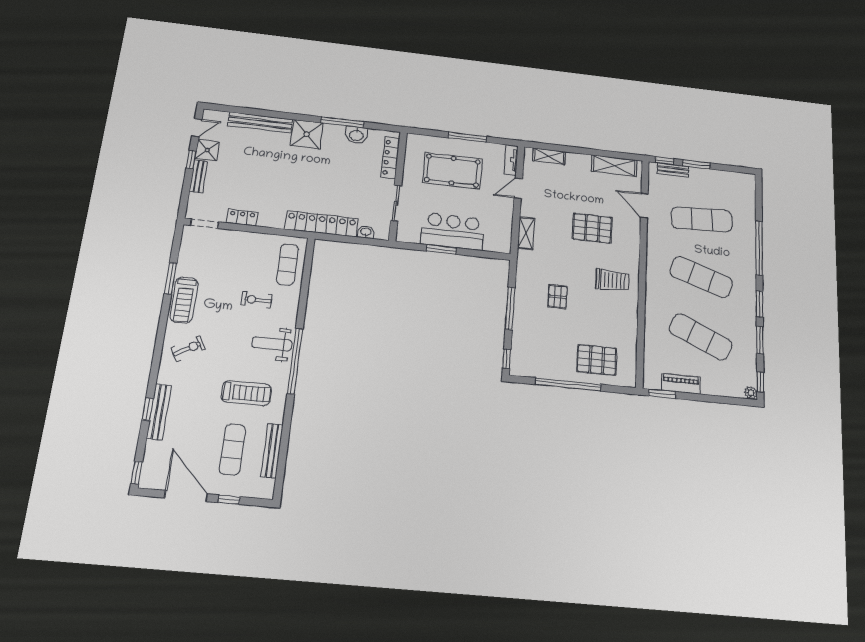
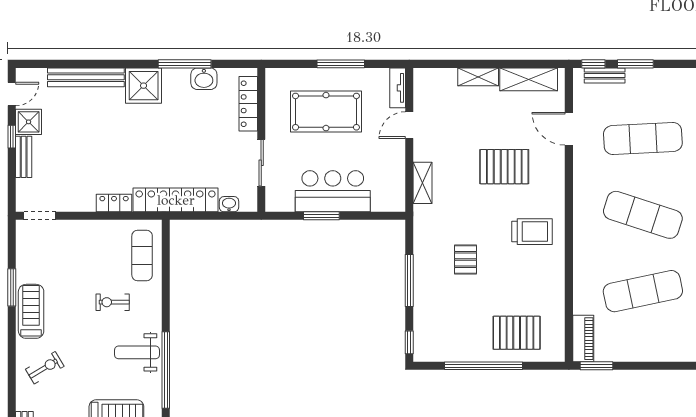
shelving: (549, 156) -> (478, 77), moved
locker: (242, 217) -> (114, 203), moved
treadmill: (184, 300) -> (31, 311), turned 180
exercise mat: (701, 337) -> (643, 291), turned -36
piano: (681, 384) -> (583, 339), moved, turned 90

